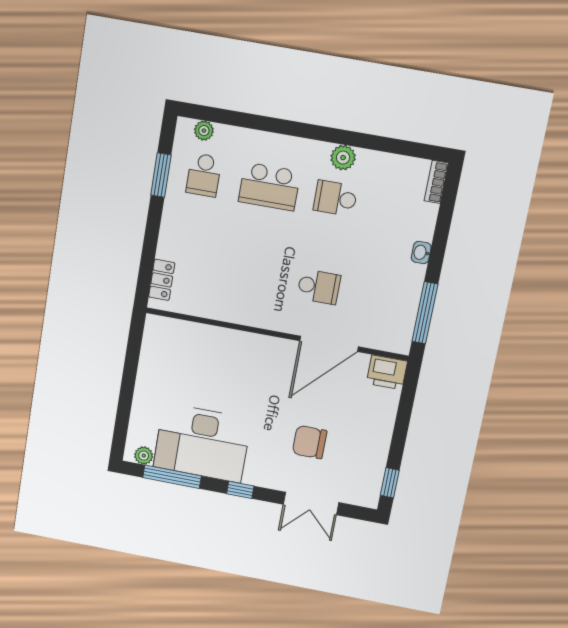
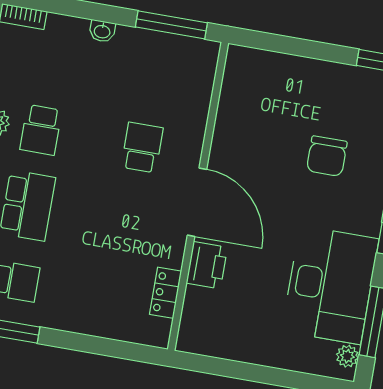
locker: (162, 280) -> (166, 293), moved, turned -90
door: (329, 344) -> (197, 202), moved
printer: (387, 372) -> (207, 265), moved

